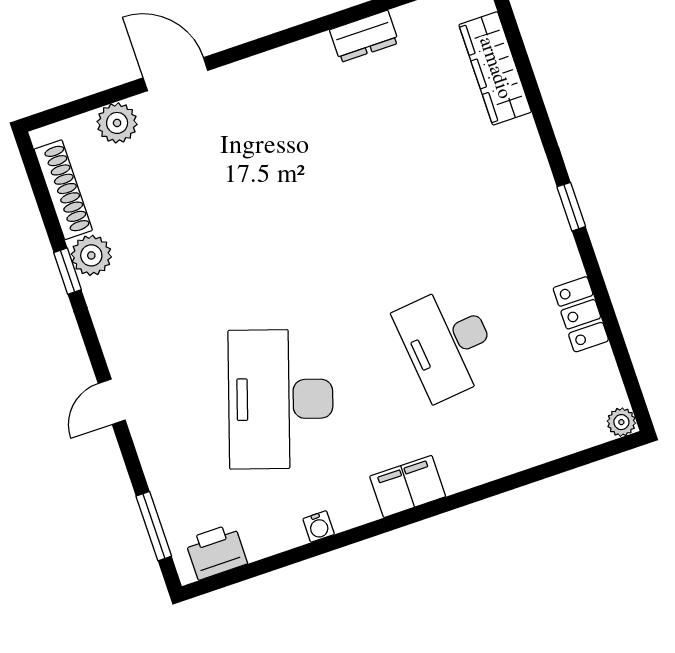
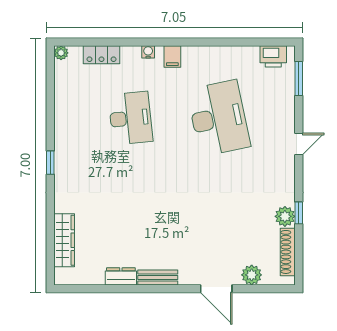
bench: (293, 58) -> (158, 277), added
locker: (581, 314) -> (101, 55), moved, turned 90
desk: (281, 399) -> (218, 118), turned -30
filing cabinet: (408, 486) -> (172, 57), width x0.50
water cooler: (319, 526) -> (148, 52), moved

